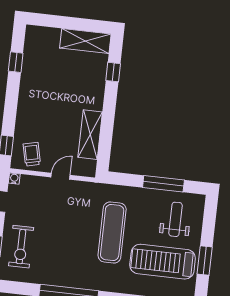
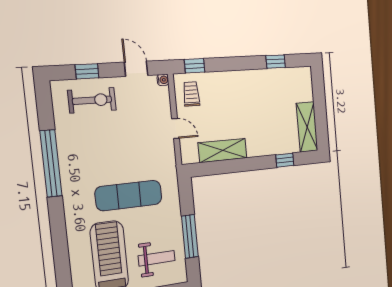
trolley: (32, 154) -> (191, 94), turned -77
exercise bike: (21, 247) -> (92, 100), turned 180

